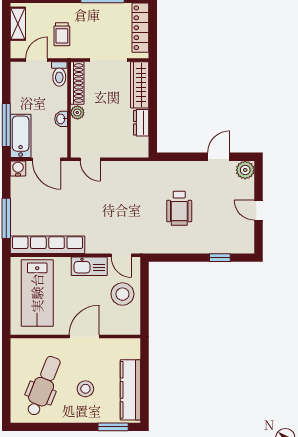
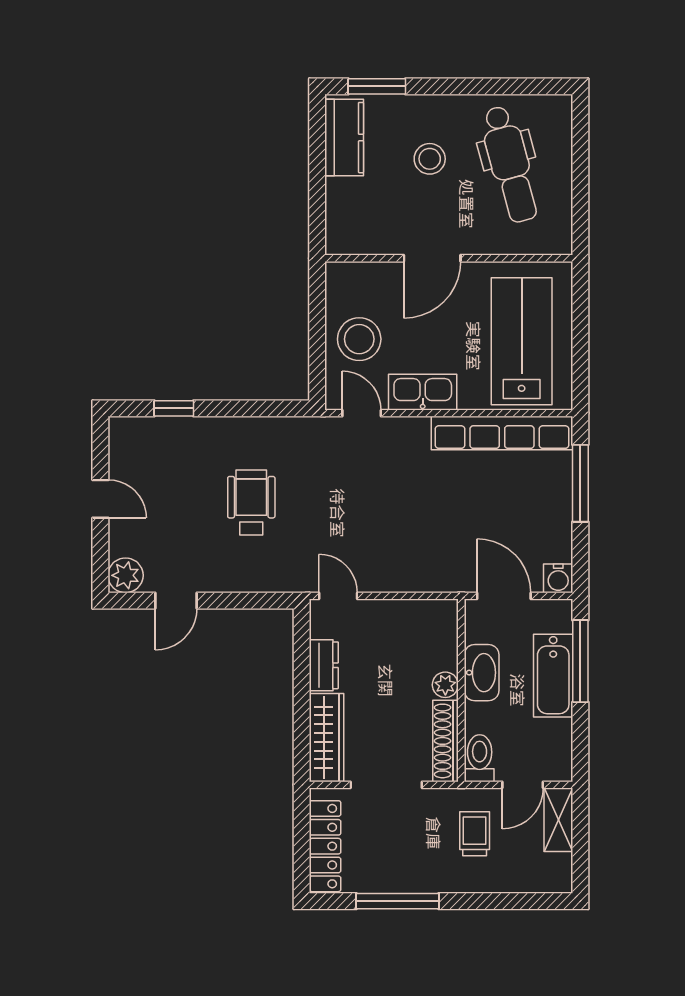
shelving: (18, 24) -> (558, 820), moved
washbasin: (61, 119) -> (482, 673), width x1.91, depth x1.45
bathtub: (21, 136) -> (553, 676), moved
door: (90, 159) -> (338, 596), moved
dental chair: (43, 386) -> (510, 164), turned -37
kitchen counter: (130, 390) -> (344, 138), width x0.67

